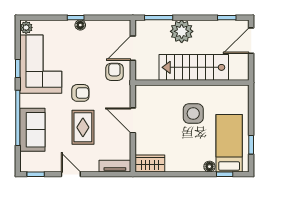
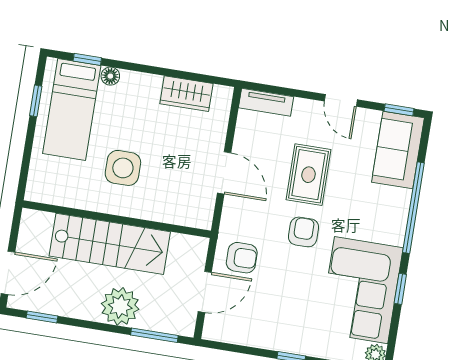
floor lamp: (80, 25) -> (286, 344), removed
armchair: (114, 72) -> (242, 258), turned -90
armchair: (80, 93) -> (303, 232), turned 90
sofa: (32, 130) -> (398, 150), moved
wardrobe: (150, 164) -> (186, 94), moved

